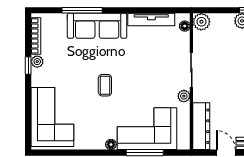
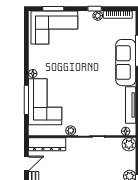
coffee table: (105, 85) -> (79, 69), removed
window: (28, 118) -> (53, 9), added

